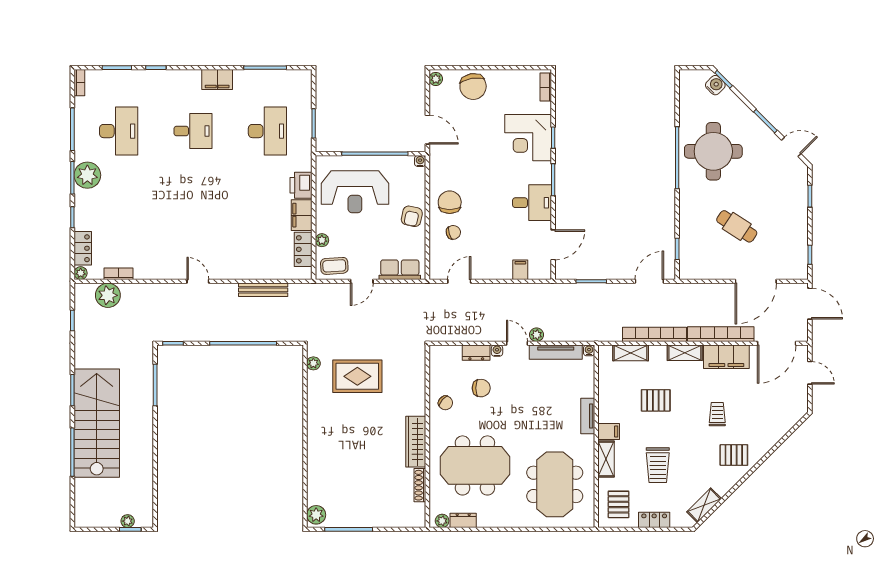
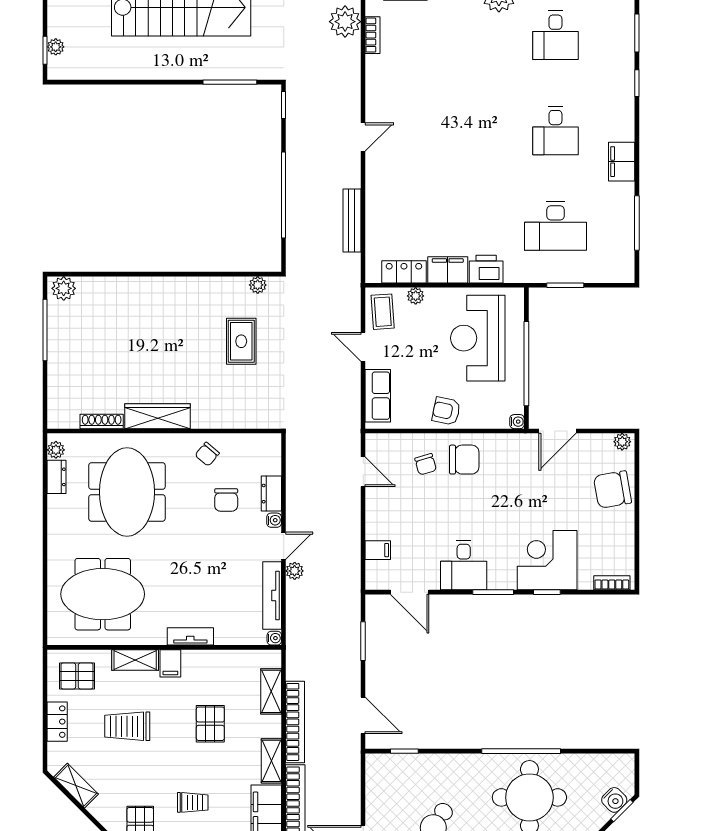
desk: (119, 131) -> (555, 35), width x0.73
rug: (357, 376) -> (241, 341), width x0.73, depth x0.70

